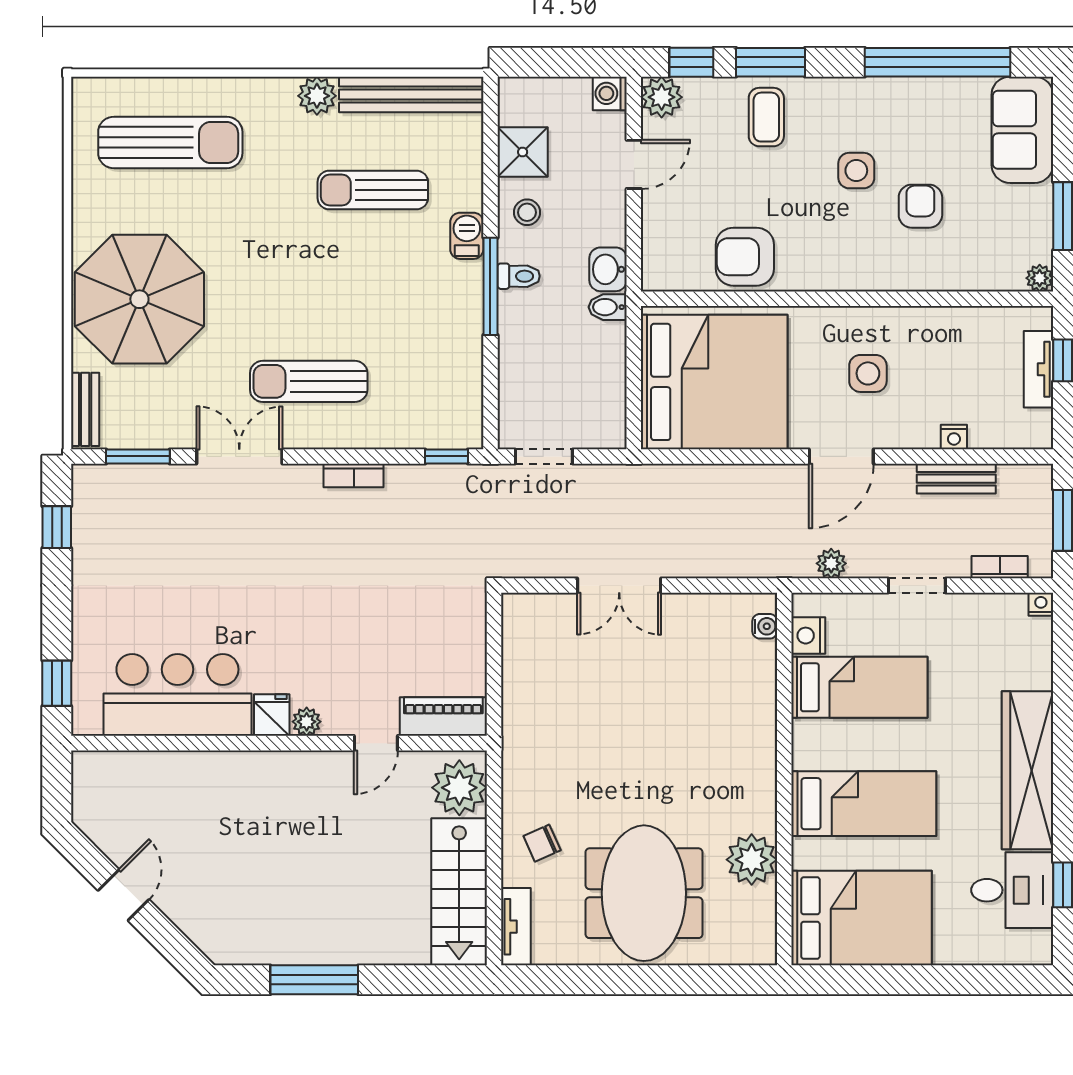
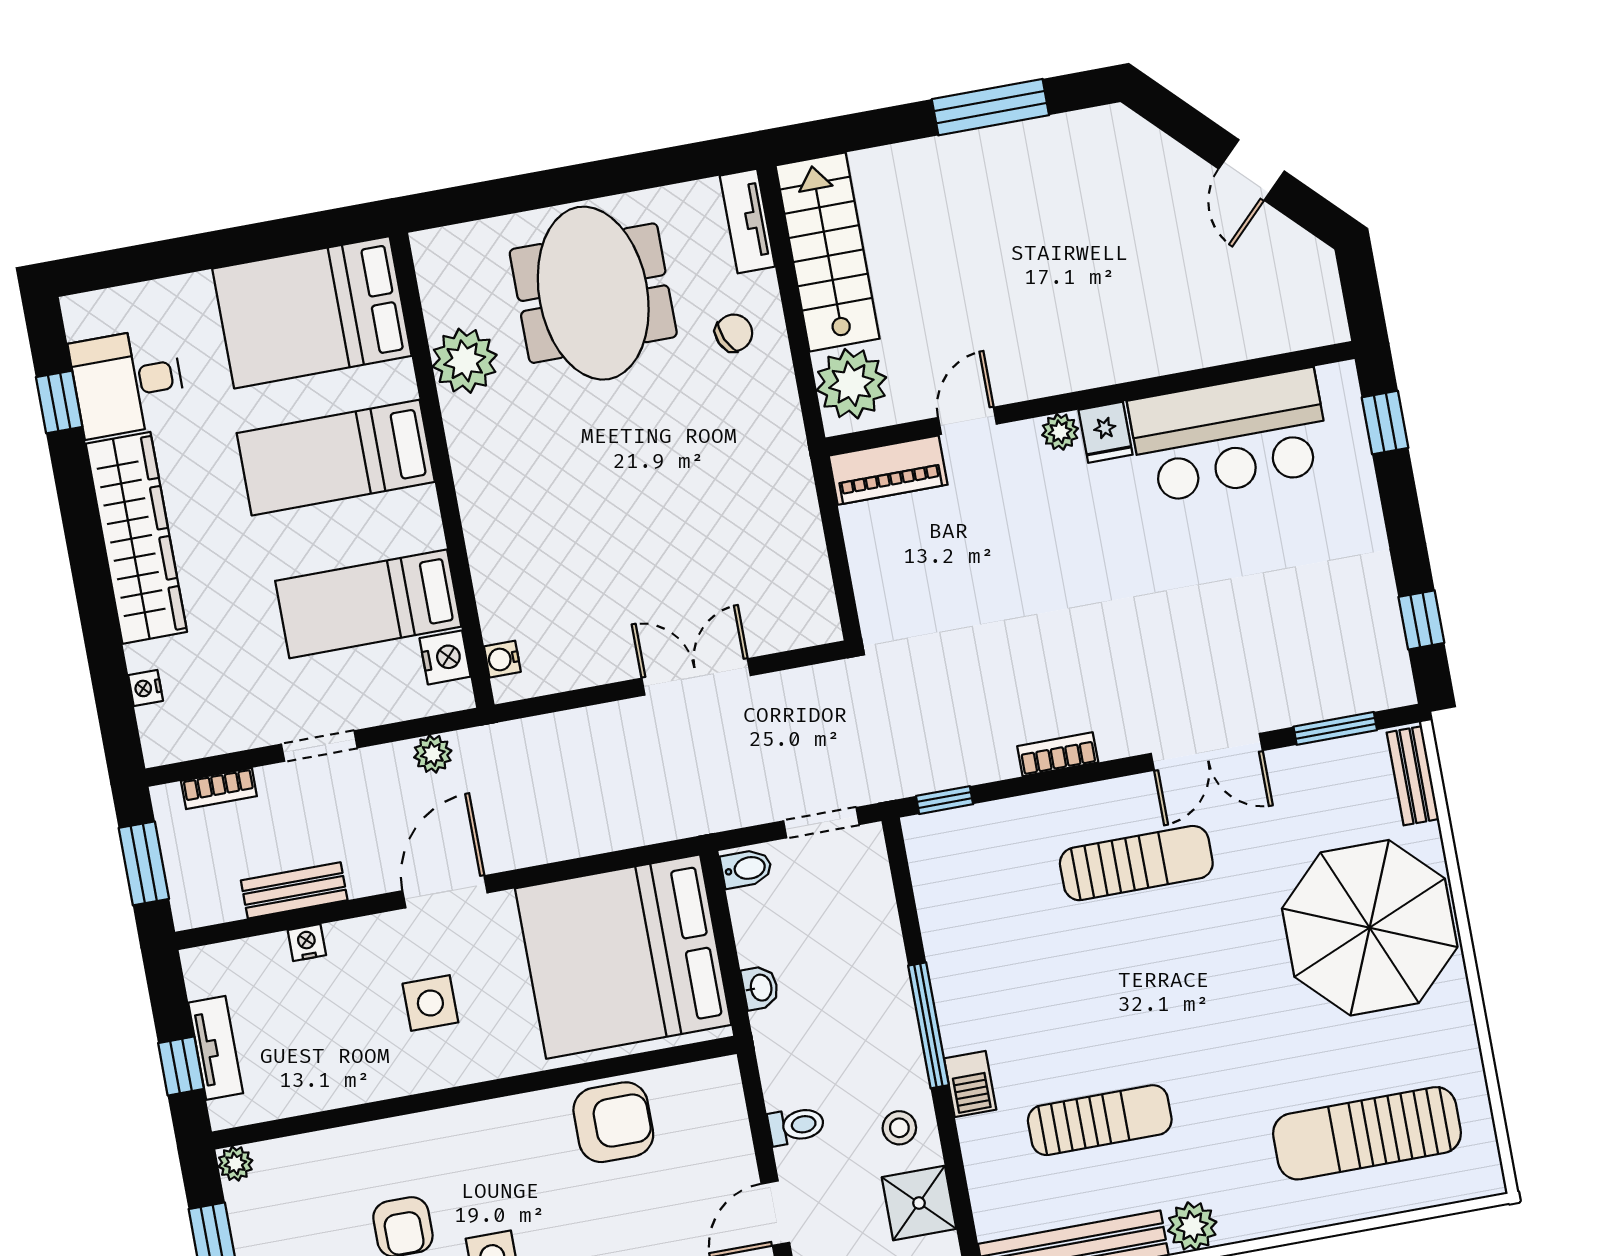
washbasin: (608, 269) -> (760, 988), moved, width x0.72, depth x0.69
toilet: (519, 276) -> (796, 1126), moved, turned 180
bidet: (608, 307) -> (746, 869), moved
nightstand: (1041, 604) -> (146, 688), moved, turned 90

